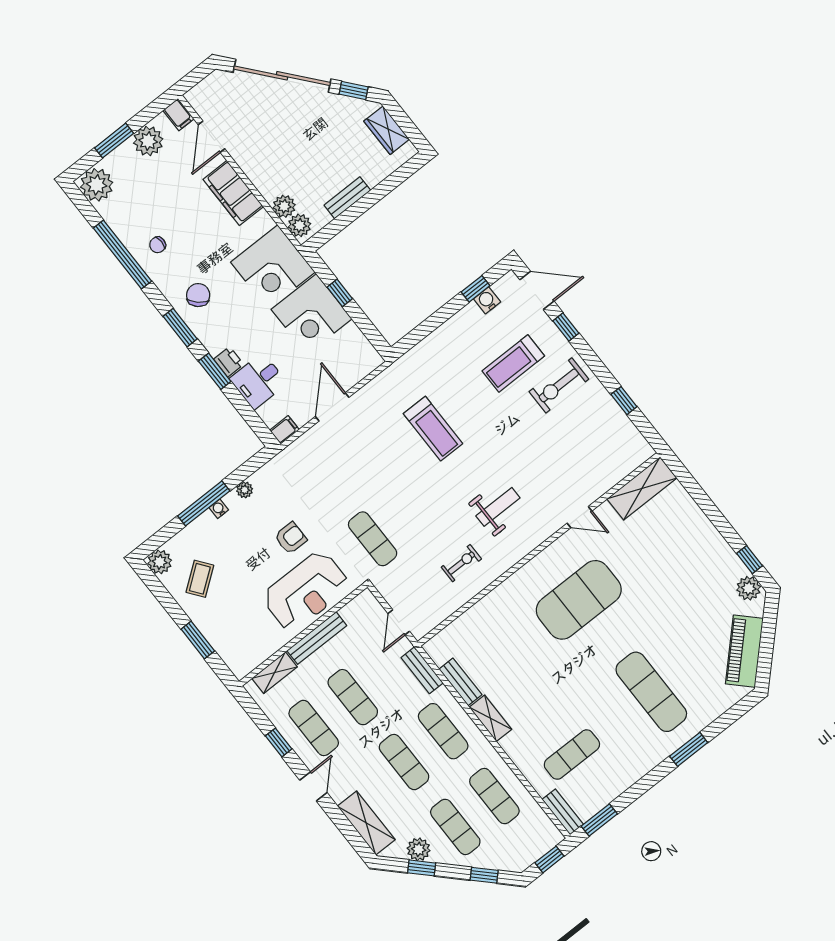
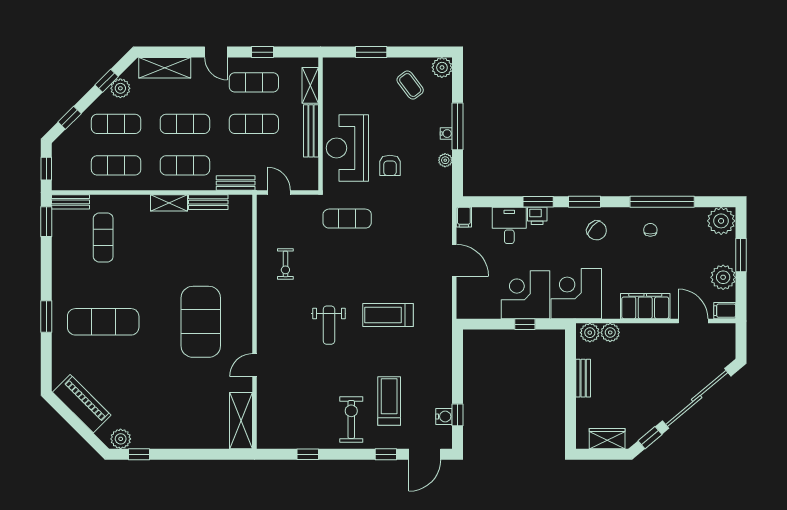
weight bench: (498, 507) -> (329, 325), moved

